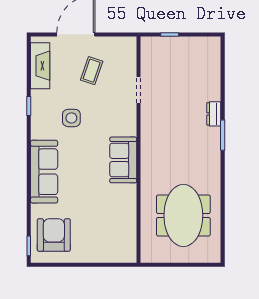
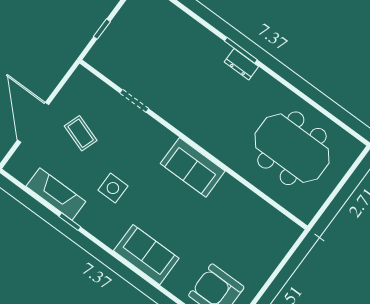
fireplace: (40, 66) -> (56, 194), moved
dresser: (214, 114) -> (241, 64), moved
sofa: (44, 172) -> (146, 255), width x0.73

